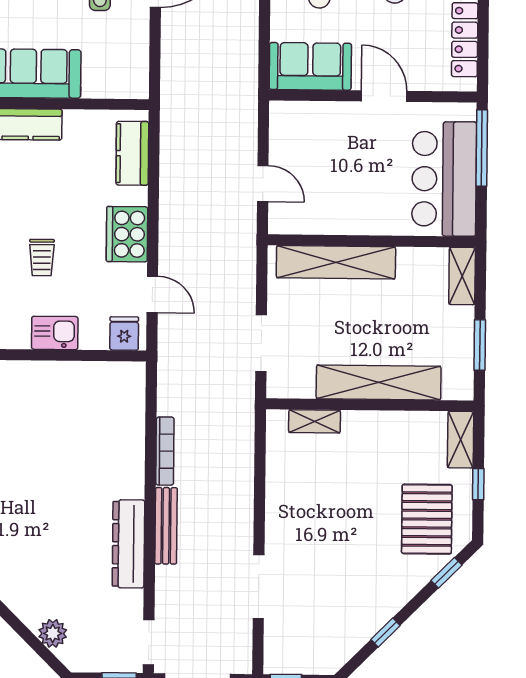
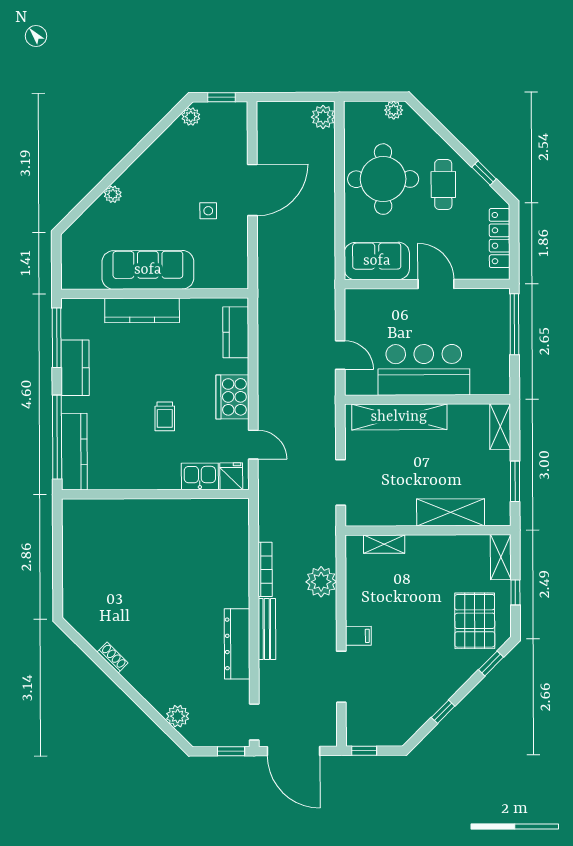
bar counter: (444, 179) -> (424, 370), moved, turned 90
kitchen sink: (55, 333) -> (200, 476), moved
shelving: (379, 383) -> (451, 512), width x0.68
plant: (235, 467) -> (321, 582), added
filing cabinet: (281, 536) -> (358, 636), added

